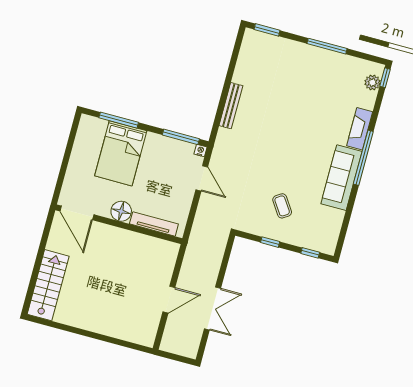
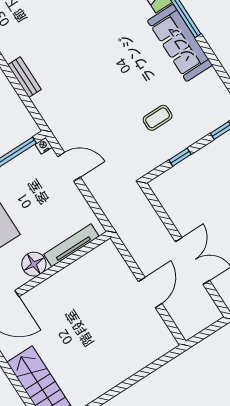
bench: (231, 106) -> (24, 77), width x0.73
coffee table: (282, 206) -> (158, 118), turned -56

